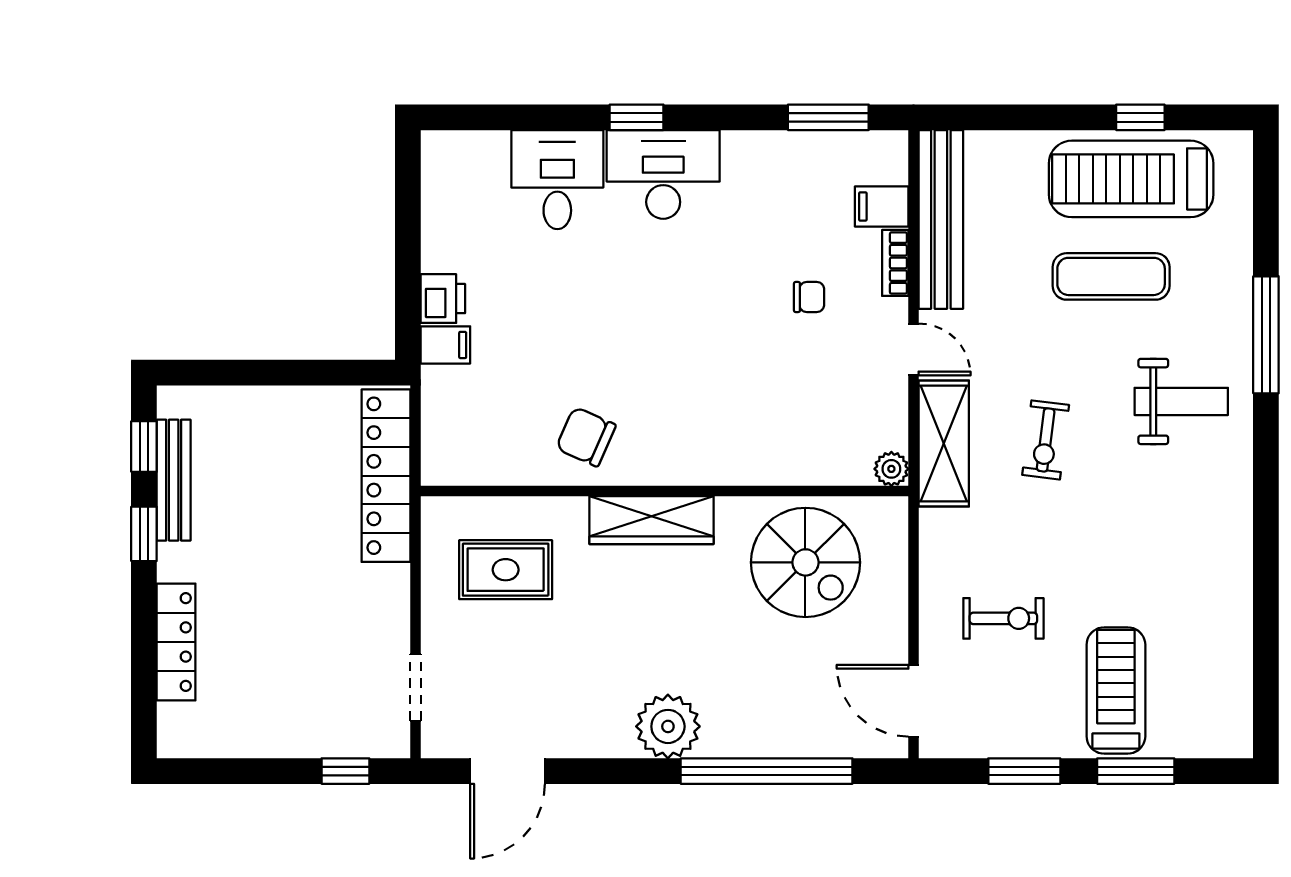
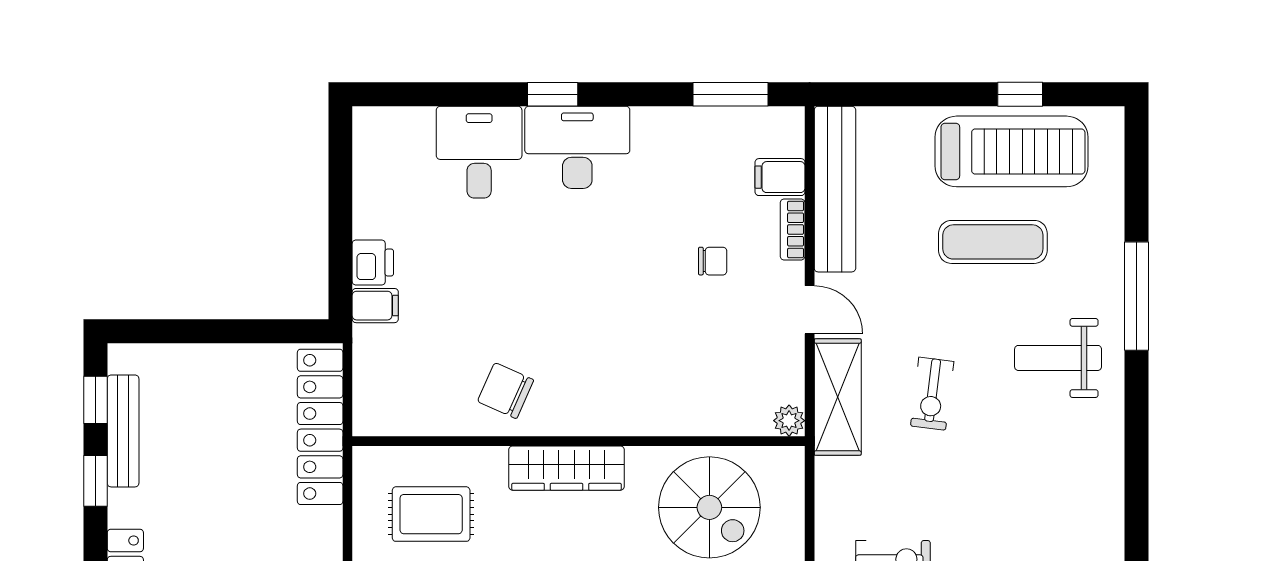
treadmill: (1131, 179) -> (1011, 151), turned 180
weight bench: (1181, 401) -> (1058, 358), turned 180

